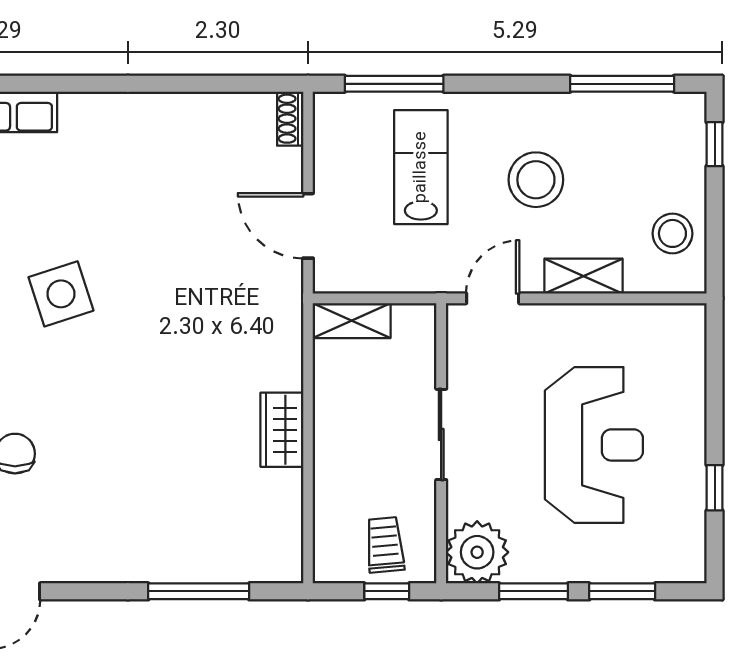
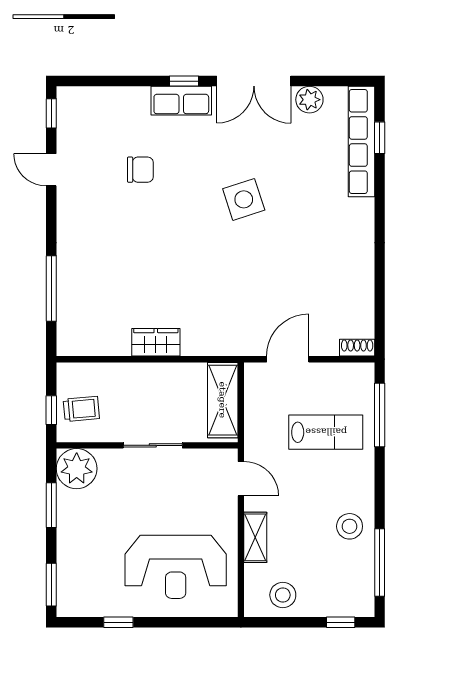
stool: (536, 180) -> (350, 526), moved, width x0.73, depth x0.73
shelving: (352, 321) -> (223, 400), width x1.50, depth x1.33
reception desk: (594, 445) -> (176, 567), moved
window: (622, 591) -> (51, 585), moved

